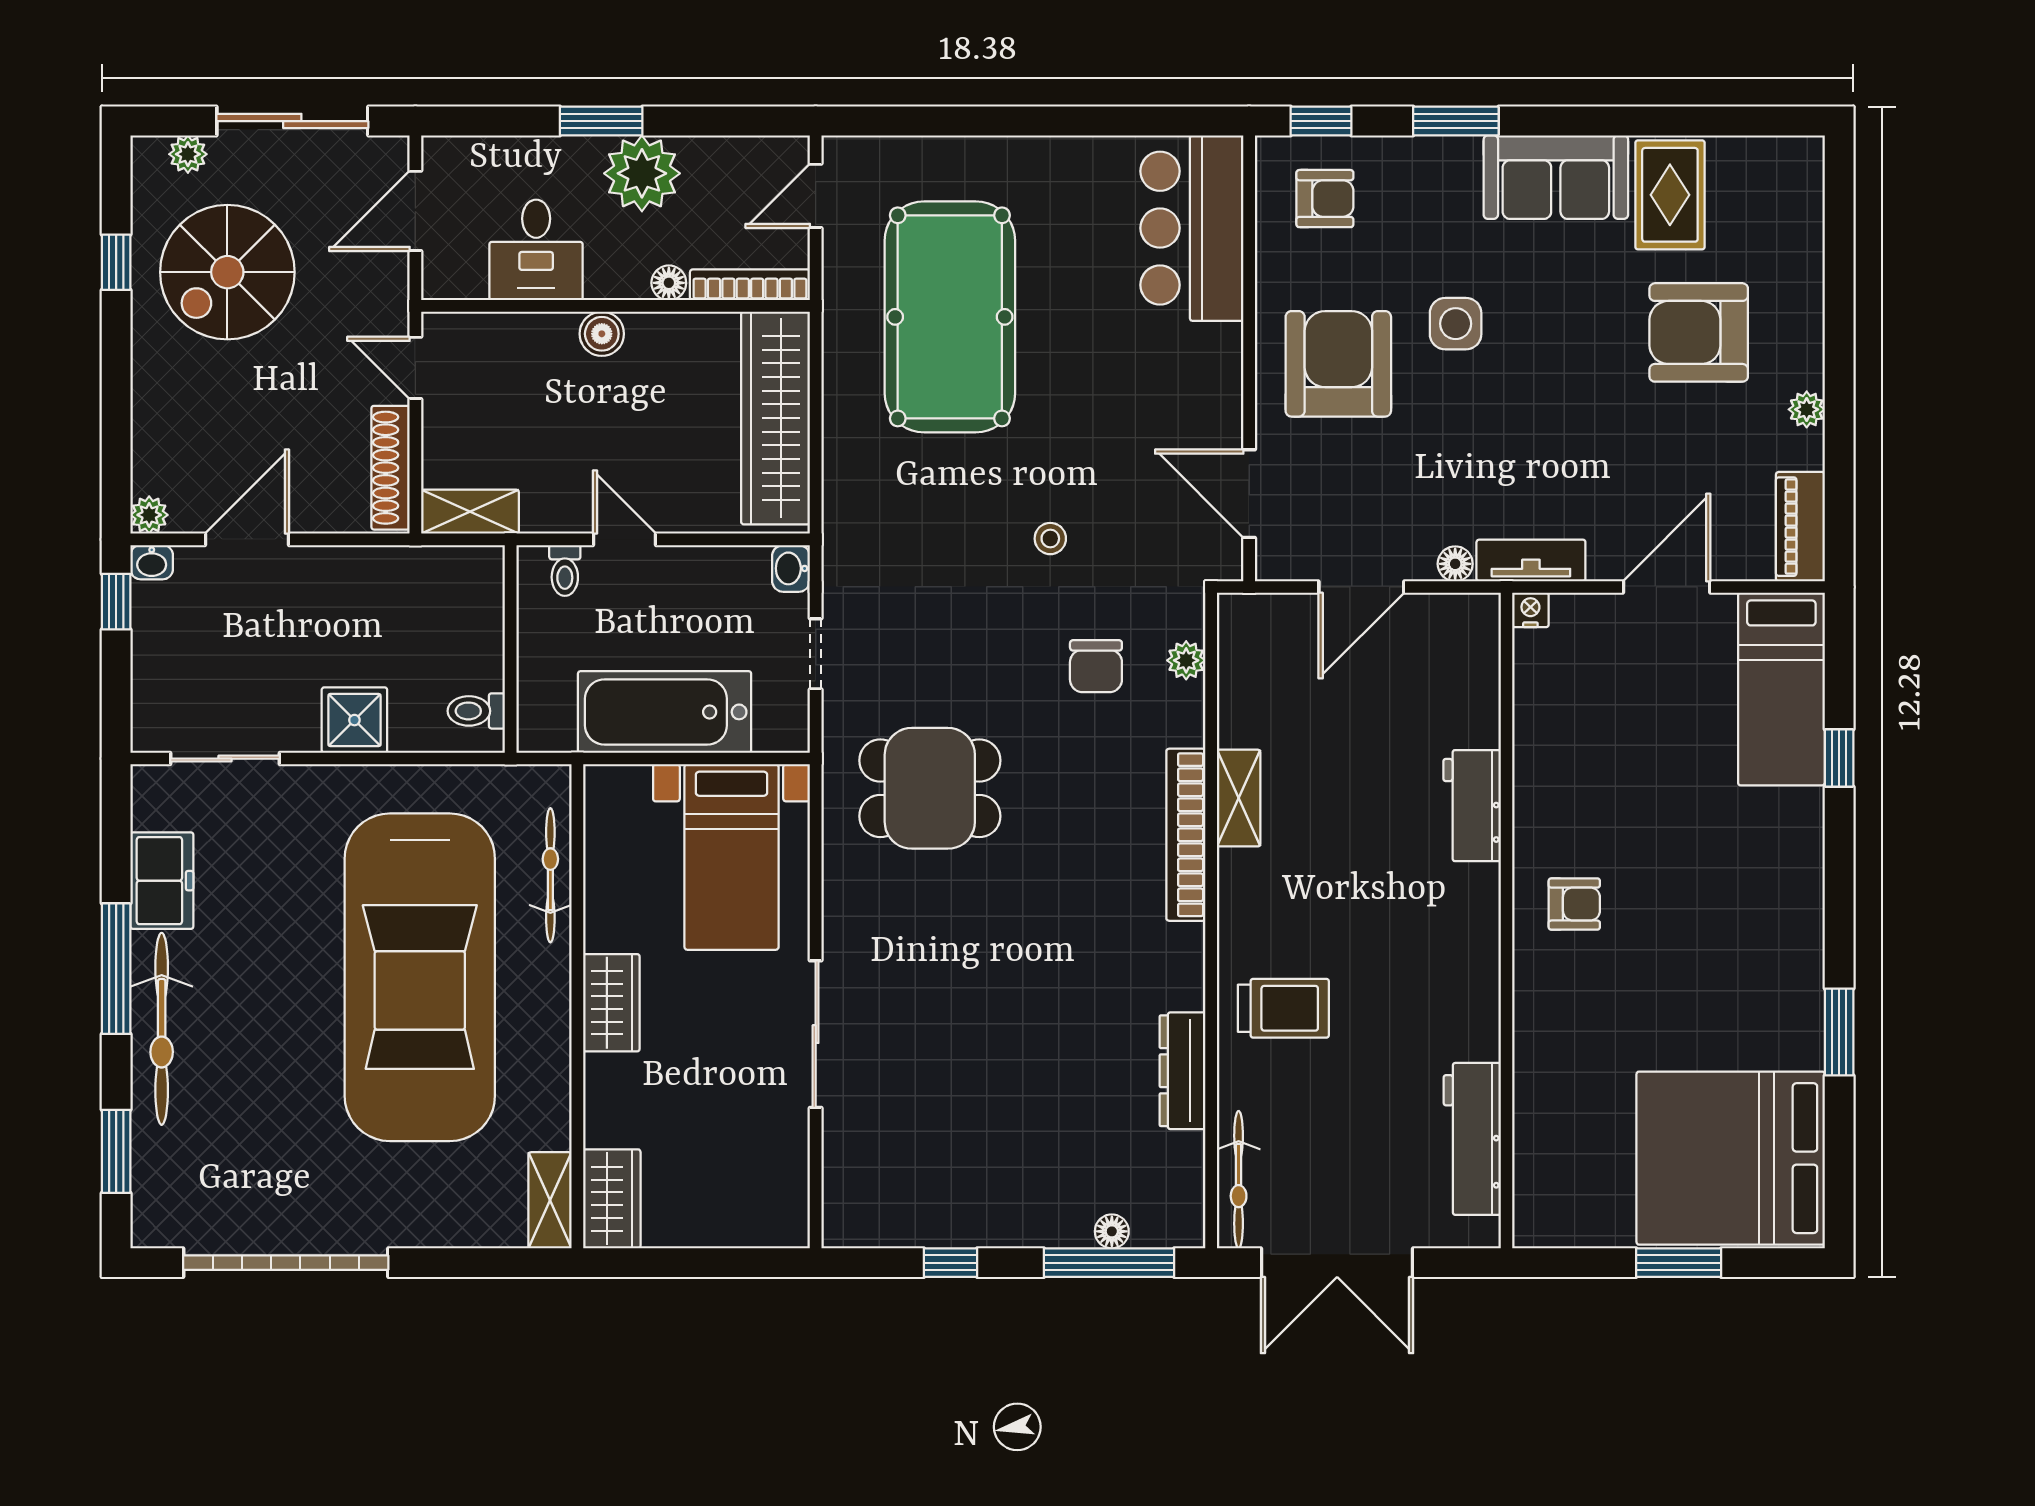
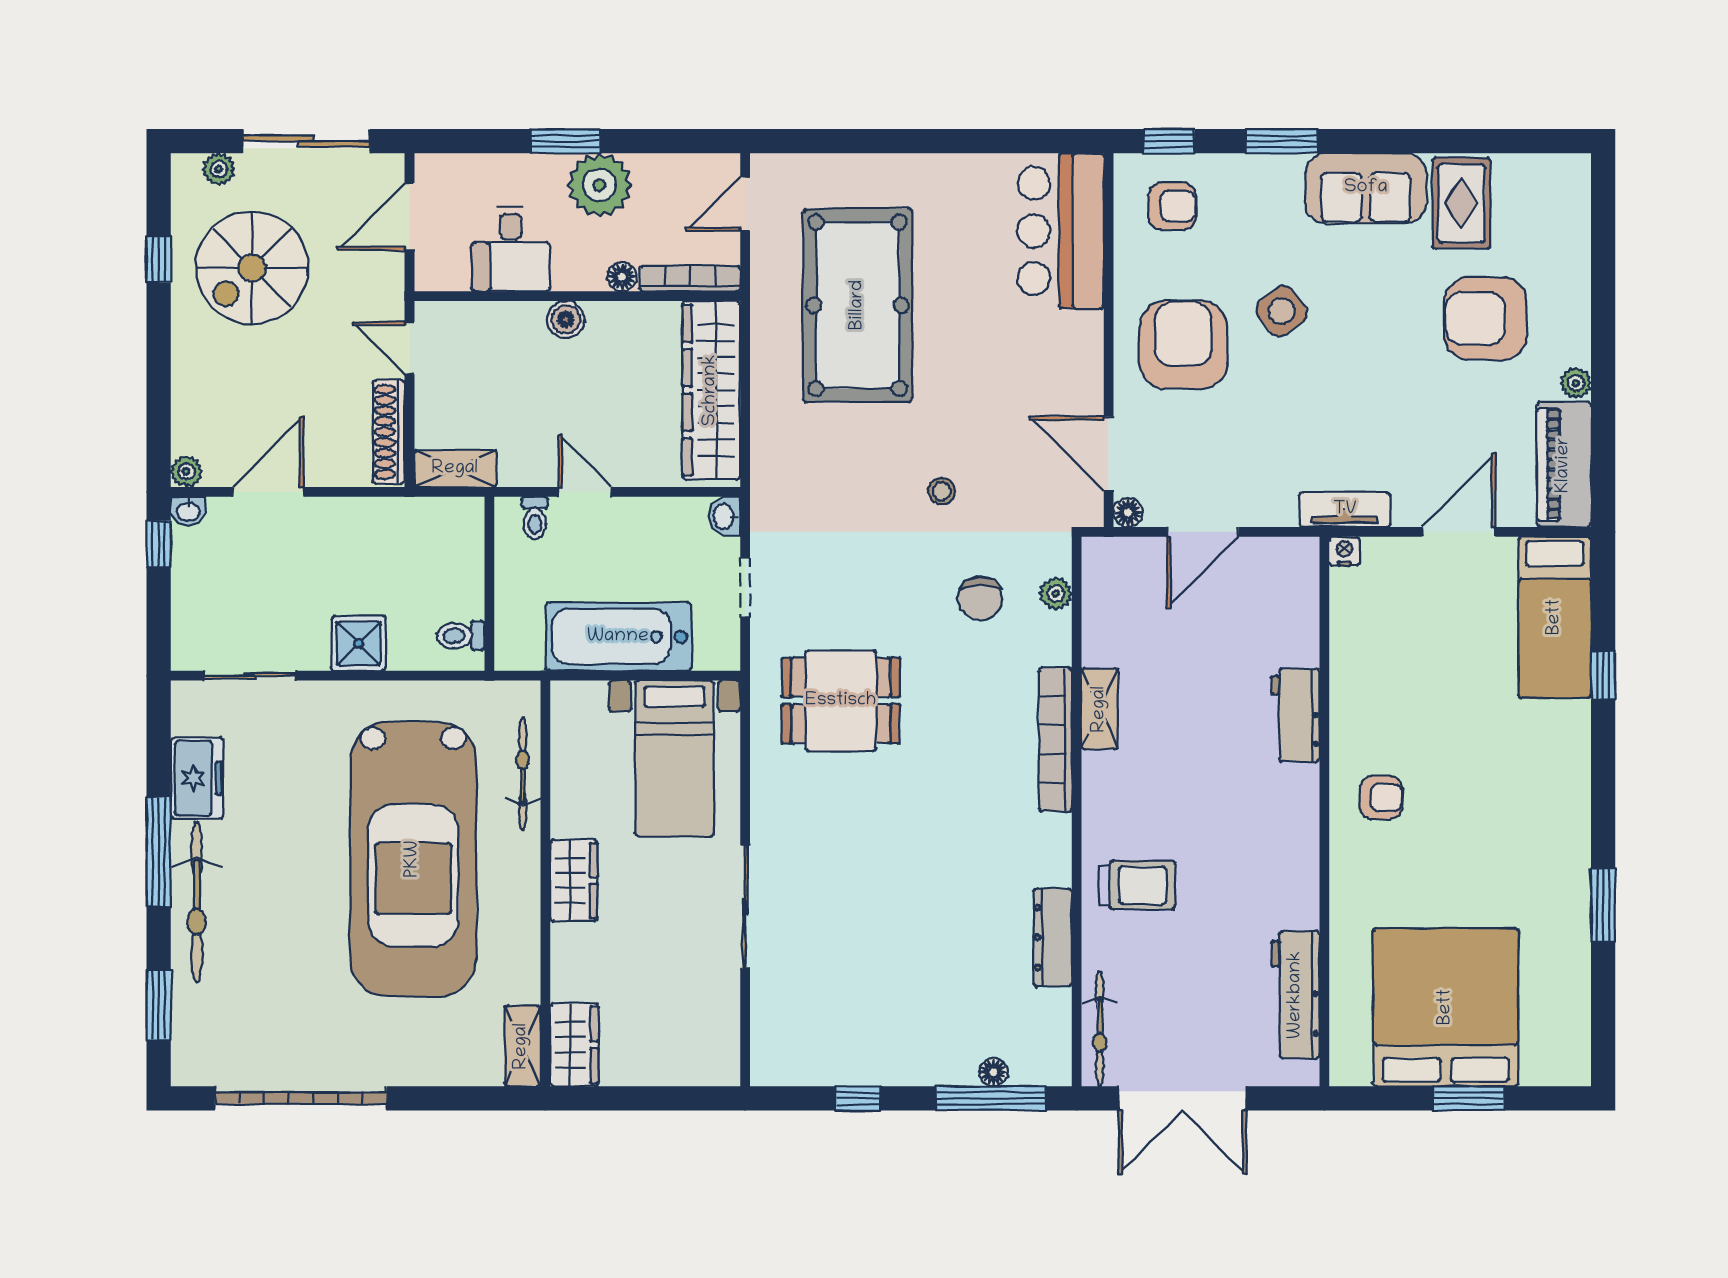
side table: (1456, 324) -> (1282, 311), turned -38
piano: (1800, 527) -> (1564, 465), width x1.37, depth x1.33
floor lamp: (1455, 564) -> (1128, 512), moved
bed: (1731, 1158) -> (1446, 1007), moved, turned 90

